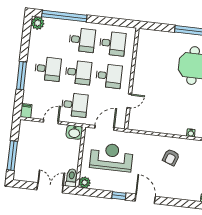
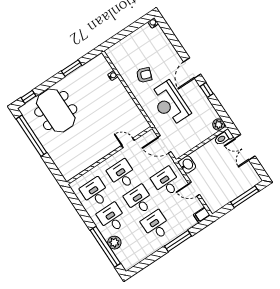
plant: (38, 23) -> (114, 243), moved
reception desk: (111, 157) -> (170, 103), moved

